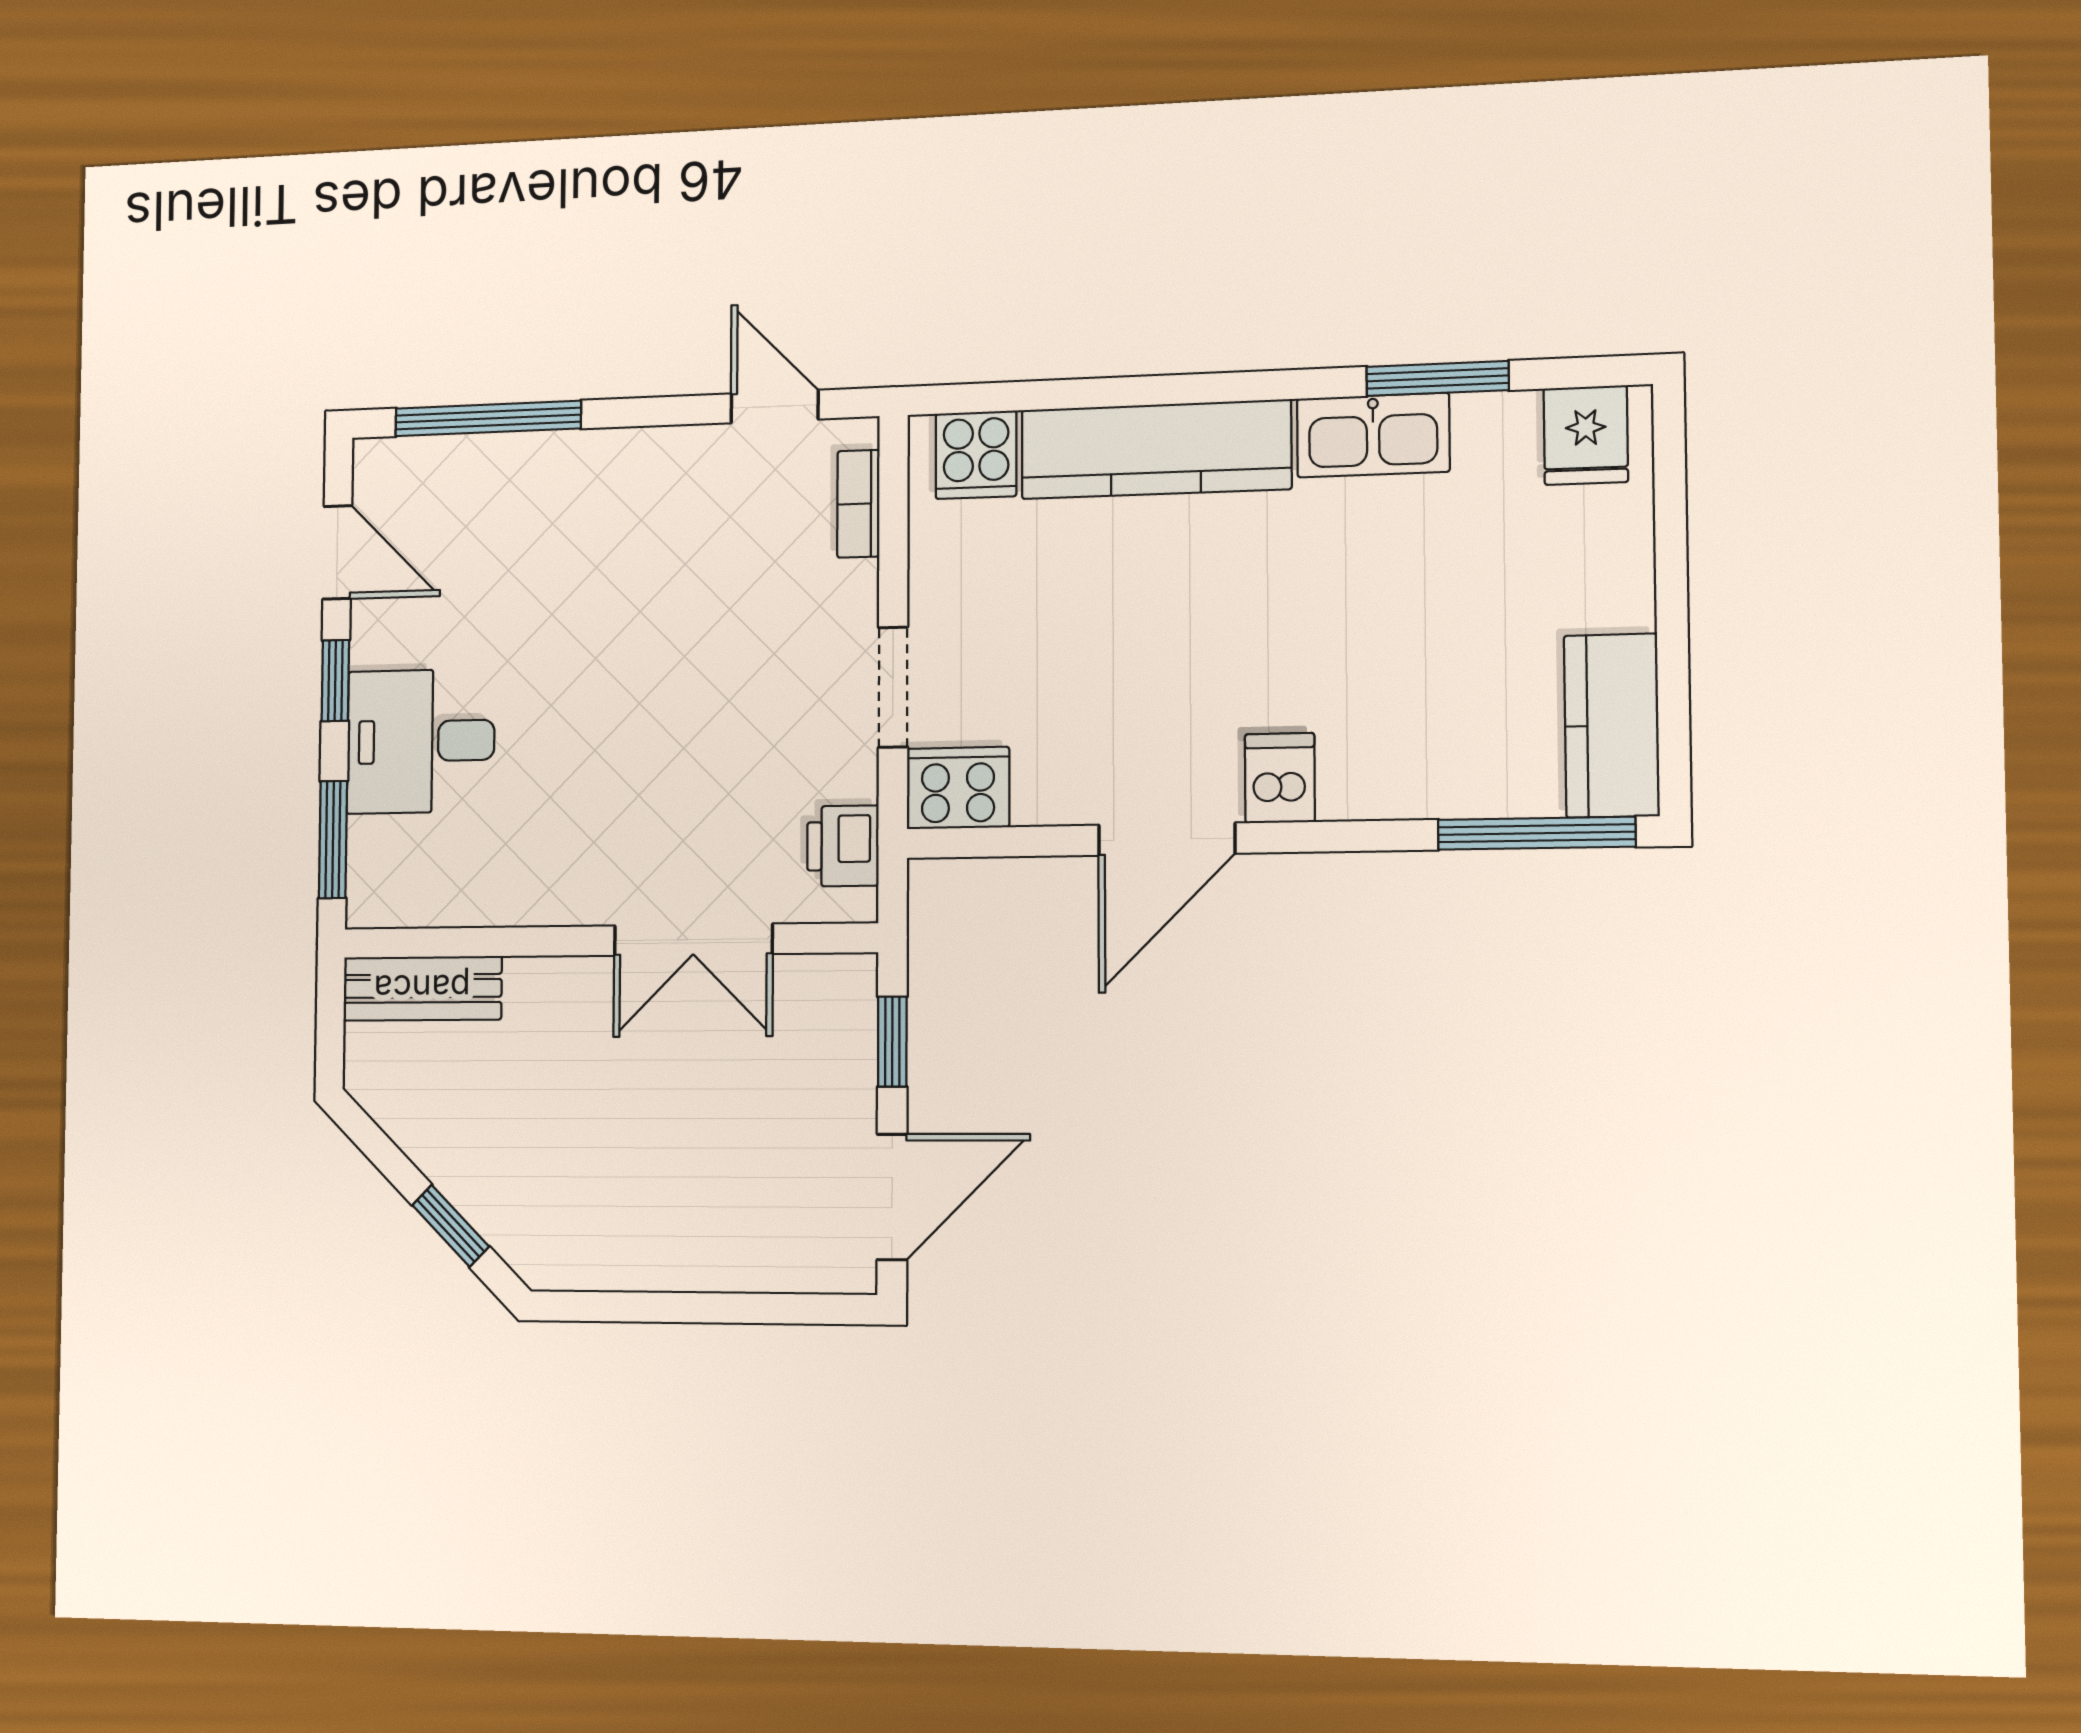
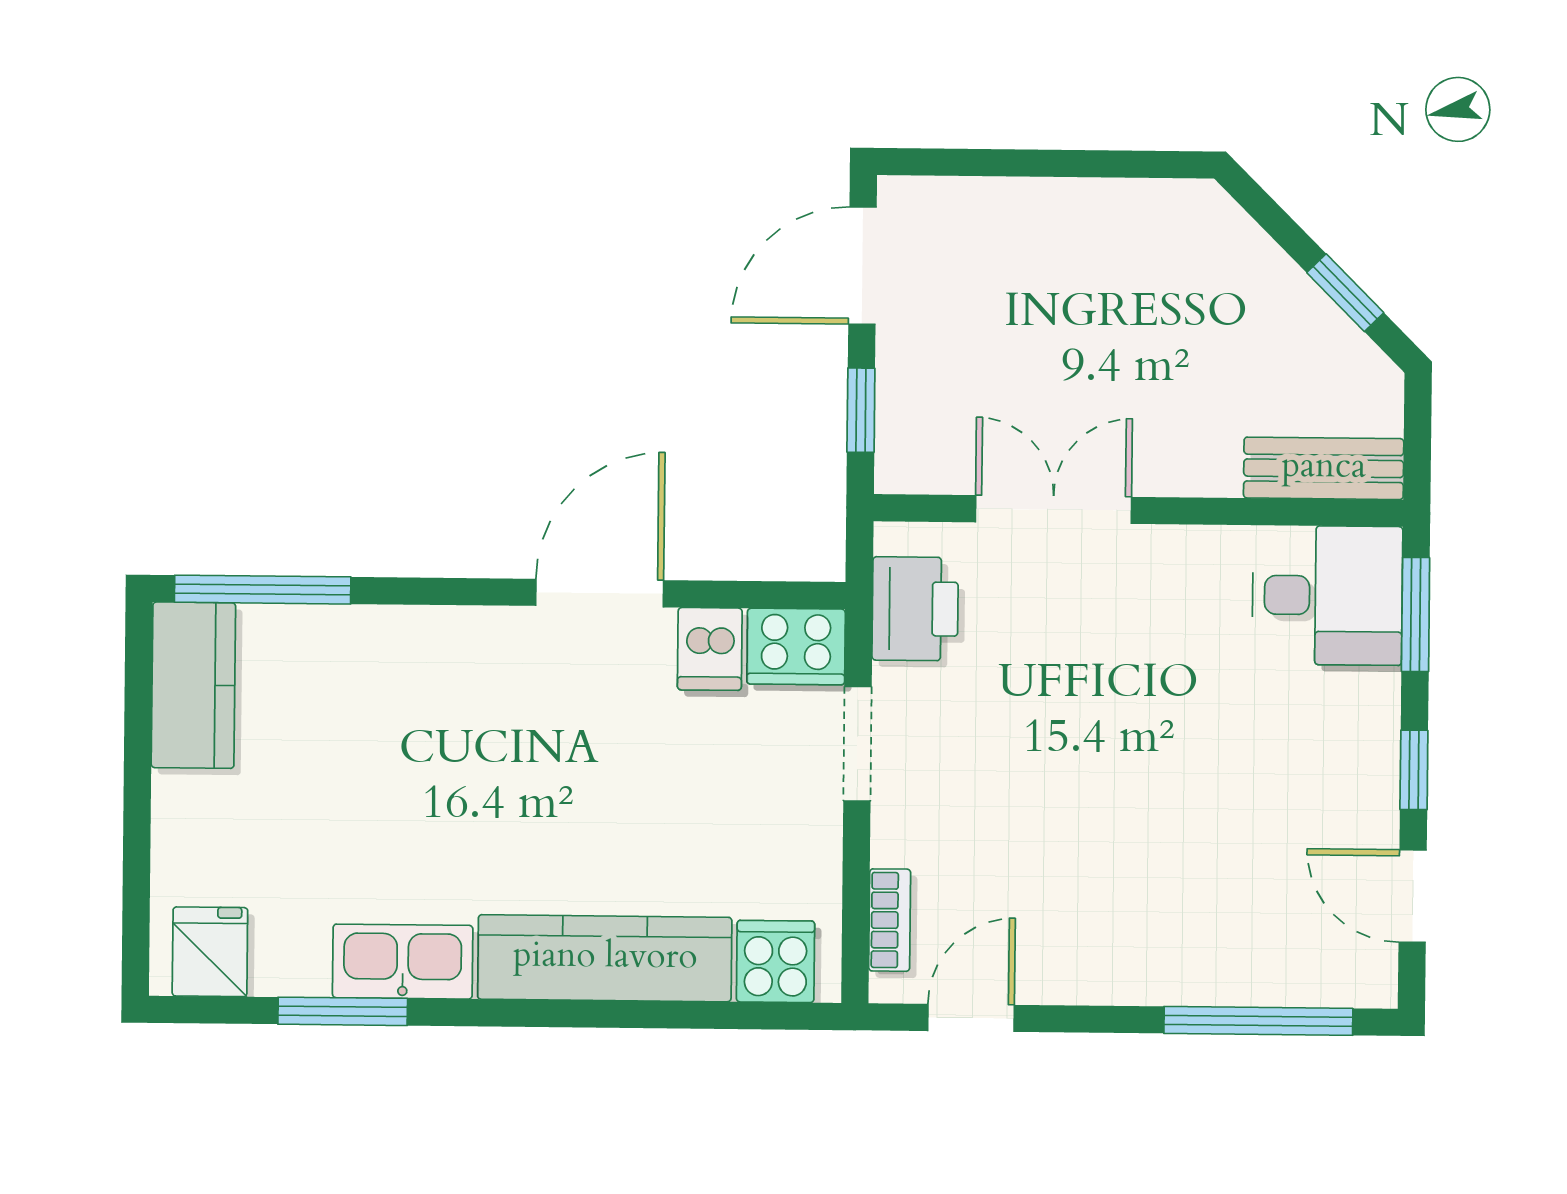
door: (775, 406) -> (971, 1018), swing flipped
desk: (421, 741) -> (1327, 595), moved
dishwasher: (1280, 778) -> (710, 649), moved
printer: (843, 846) -> (915, 609), width x1.36, depth x1.24
window: (451, 1226) -> (1345, 293), moved

